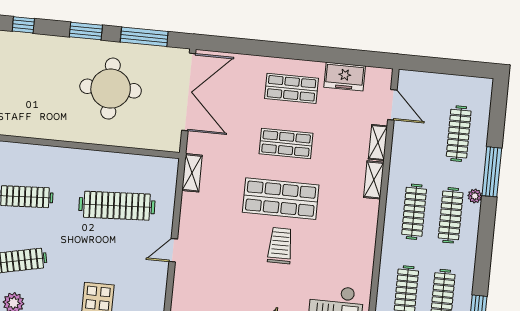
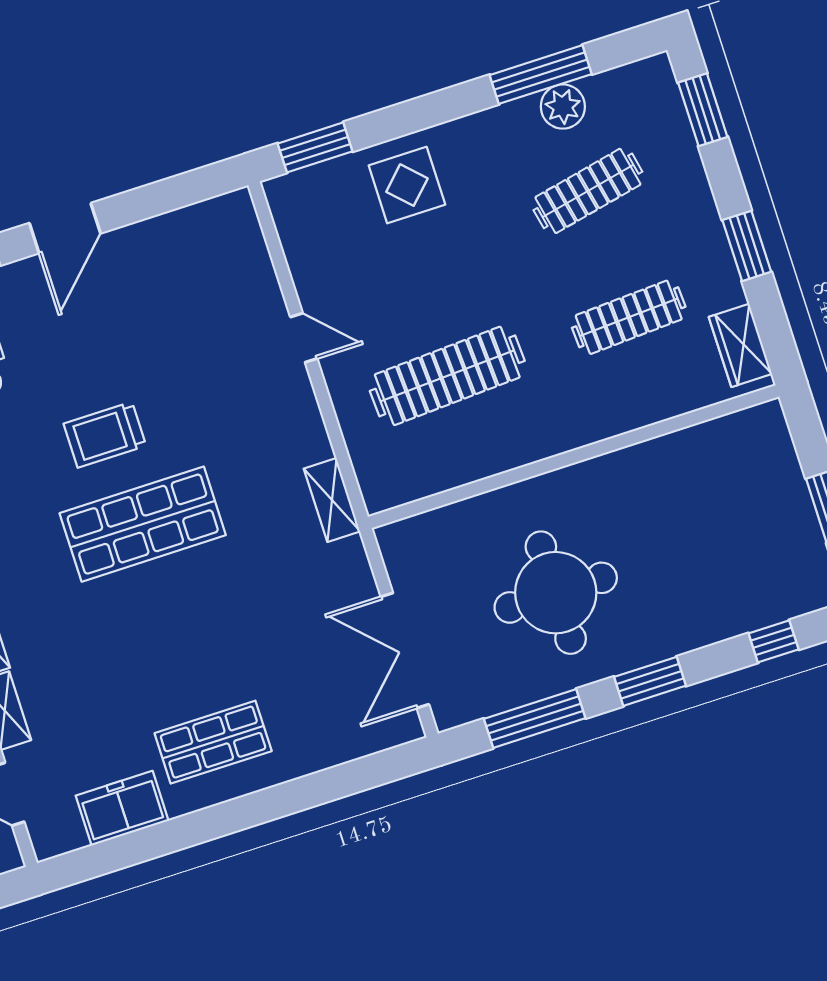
double door: (189, 92) -> (405, 651), width x0.73
shop shelf: (286, 143) -> (178, 633), removed
trolley: (280, 246) -> (105, 435), turned 90
door: (173, 250) -> (304, 338), hinge flipped

